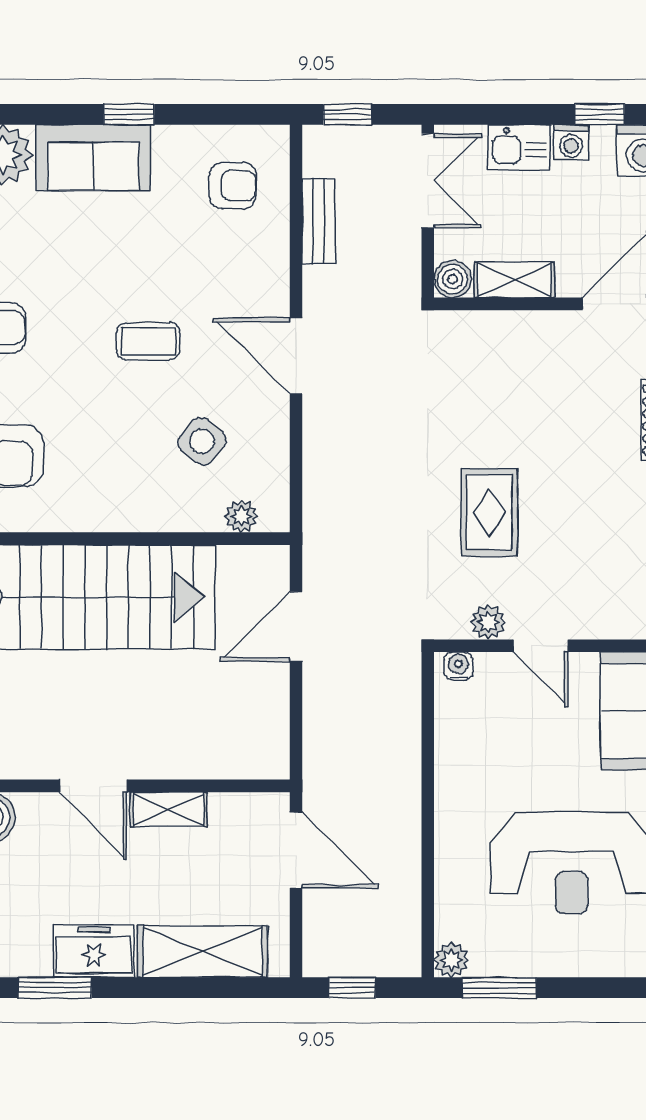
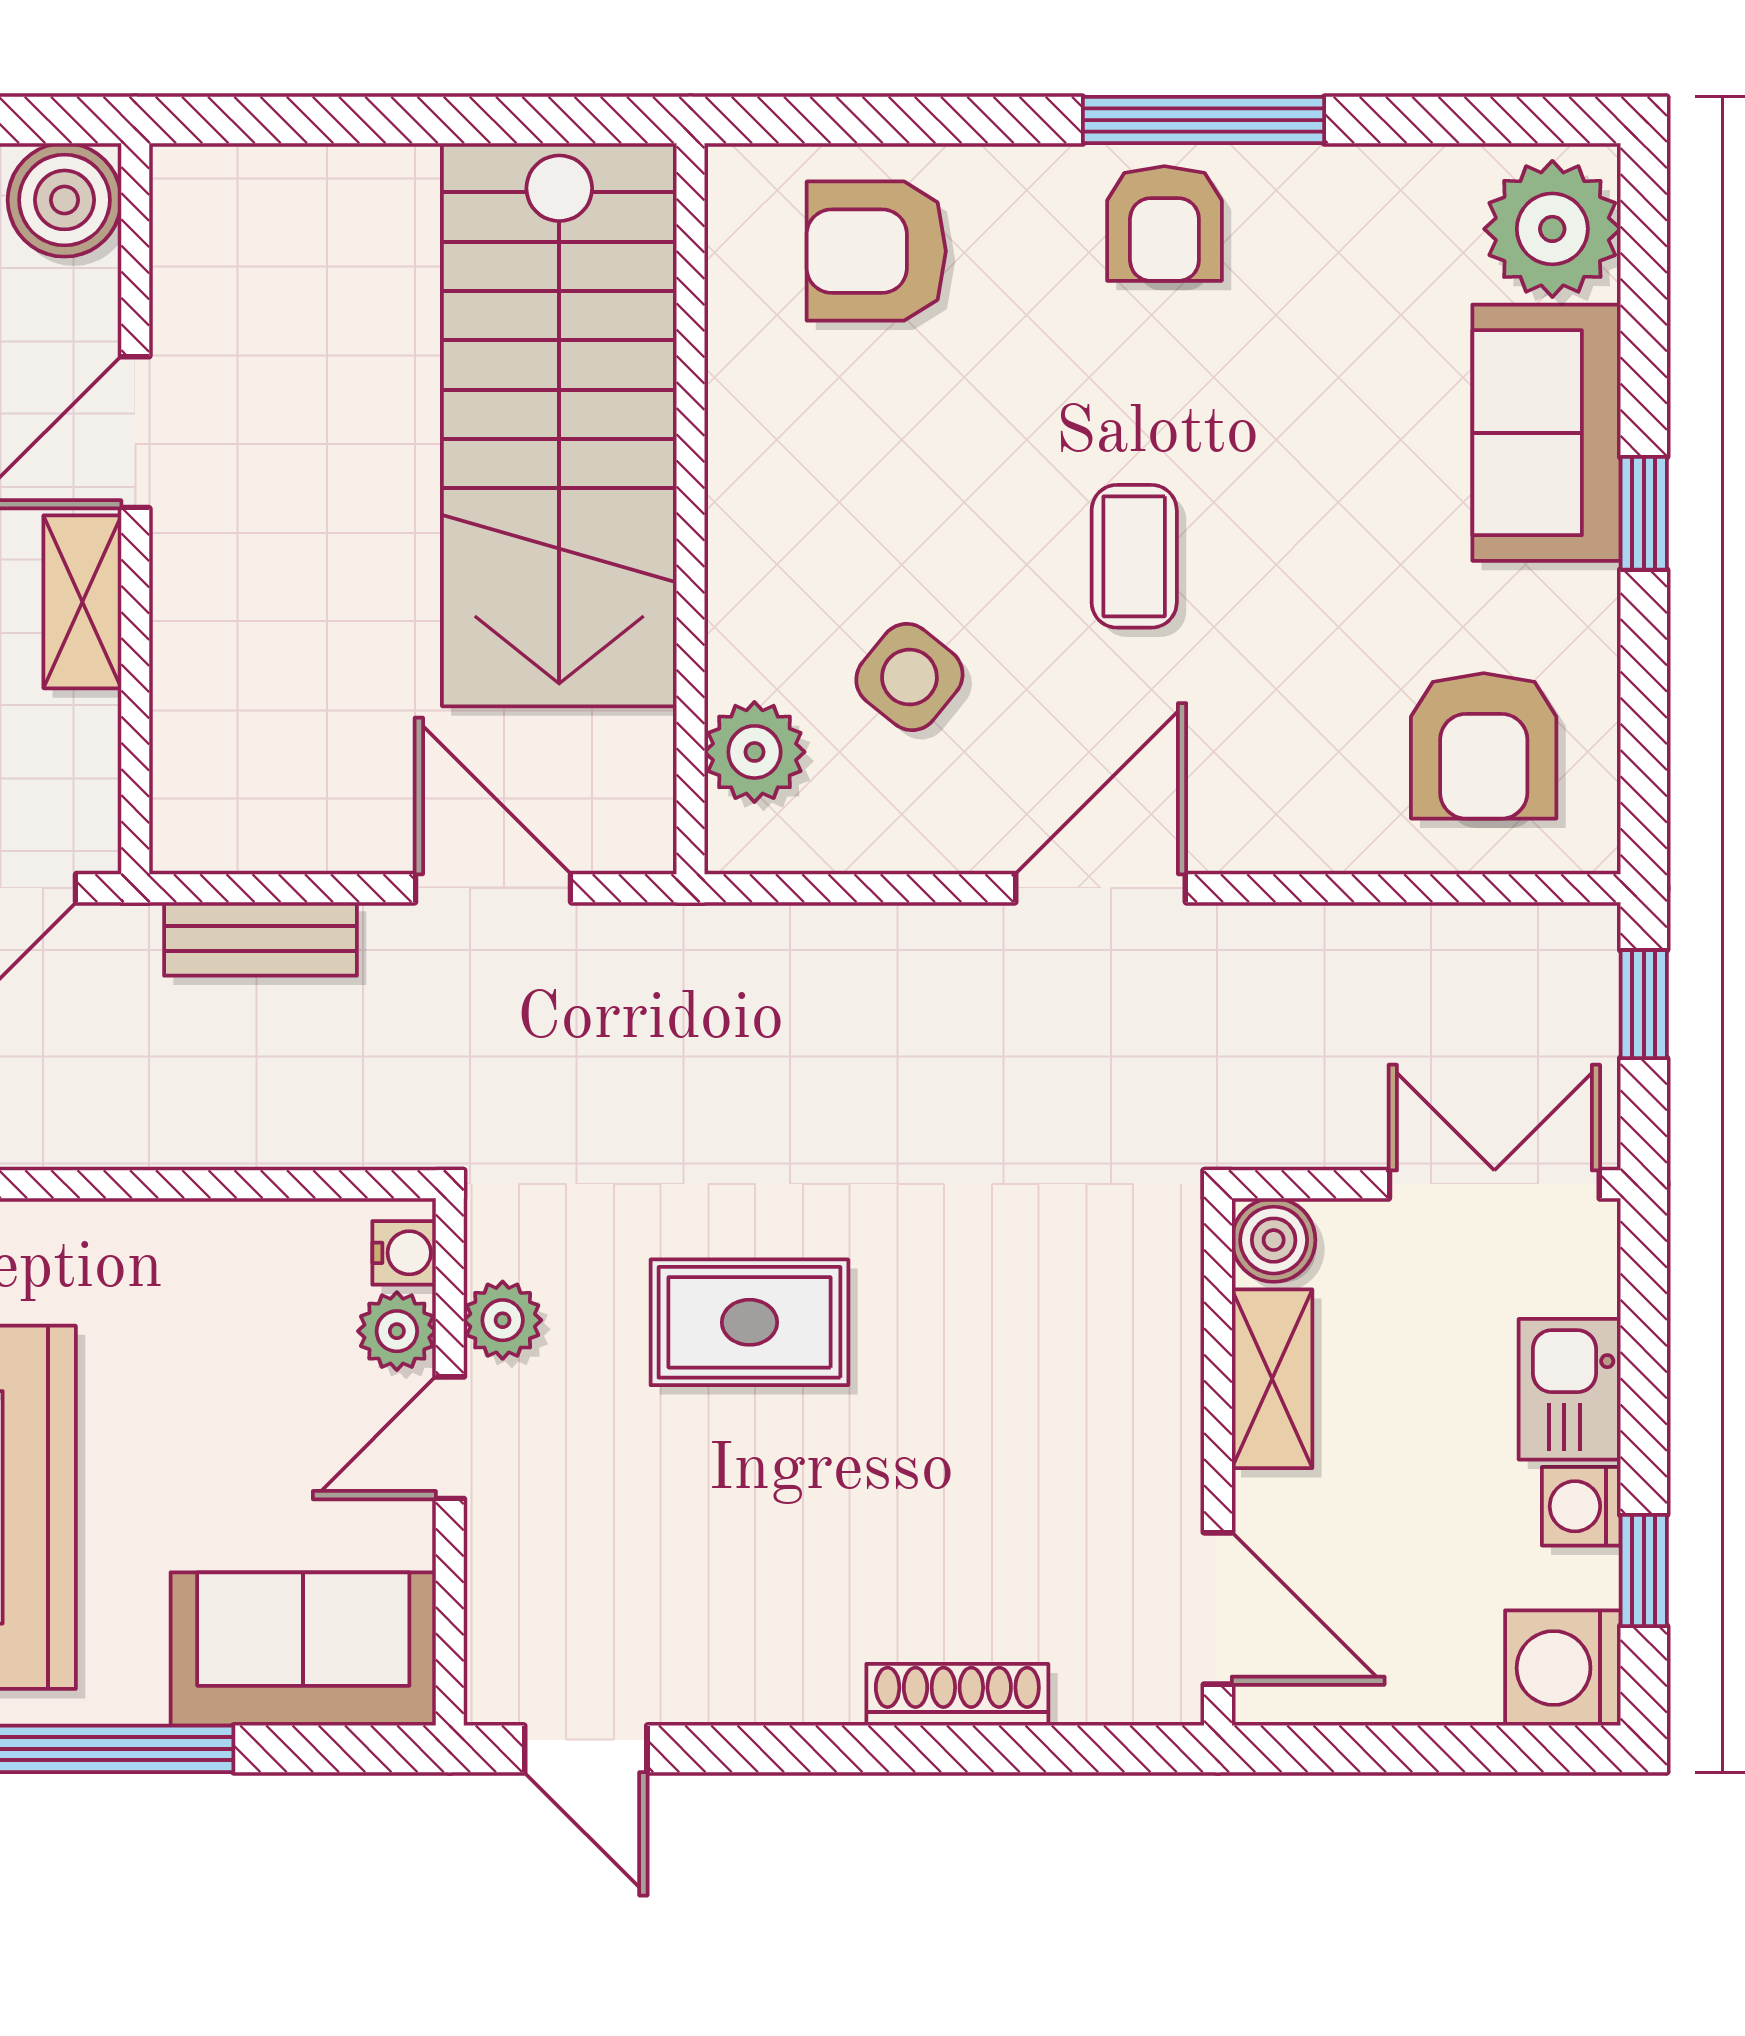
double door: (428, 181) -> (1494, 1184), swing flipped
armchair: (233, 186) -> (1484, 746), width x1.38, depth x1.38
bench: (319, 221) -> (261, 939), moved
plant: (241, 516) -> (754, 752), width x1.38, depth x1.38
plant: (493, 669) -> (397, 1331), added

